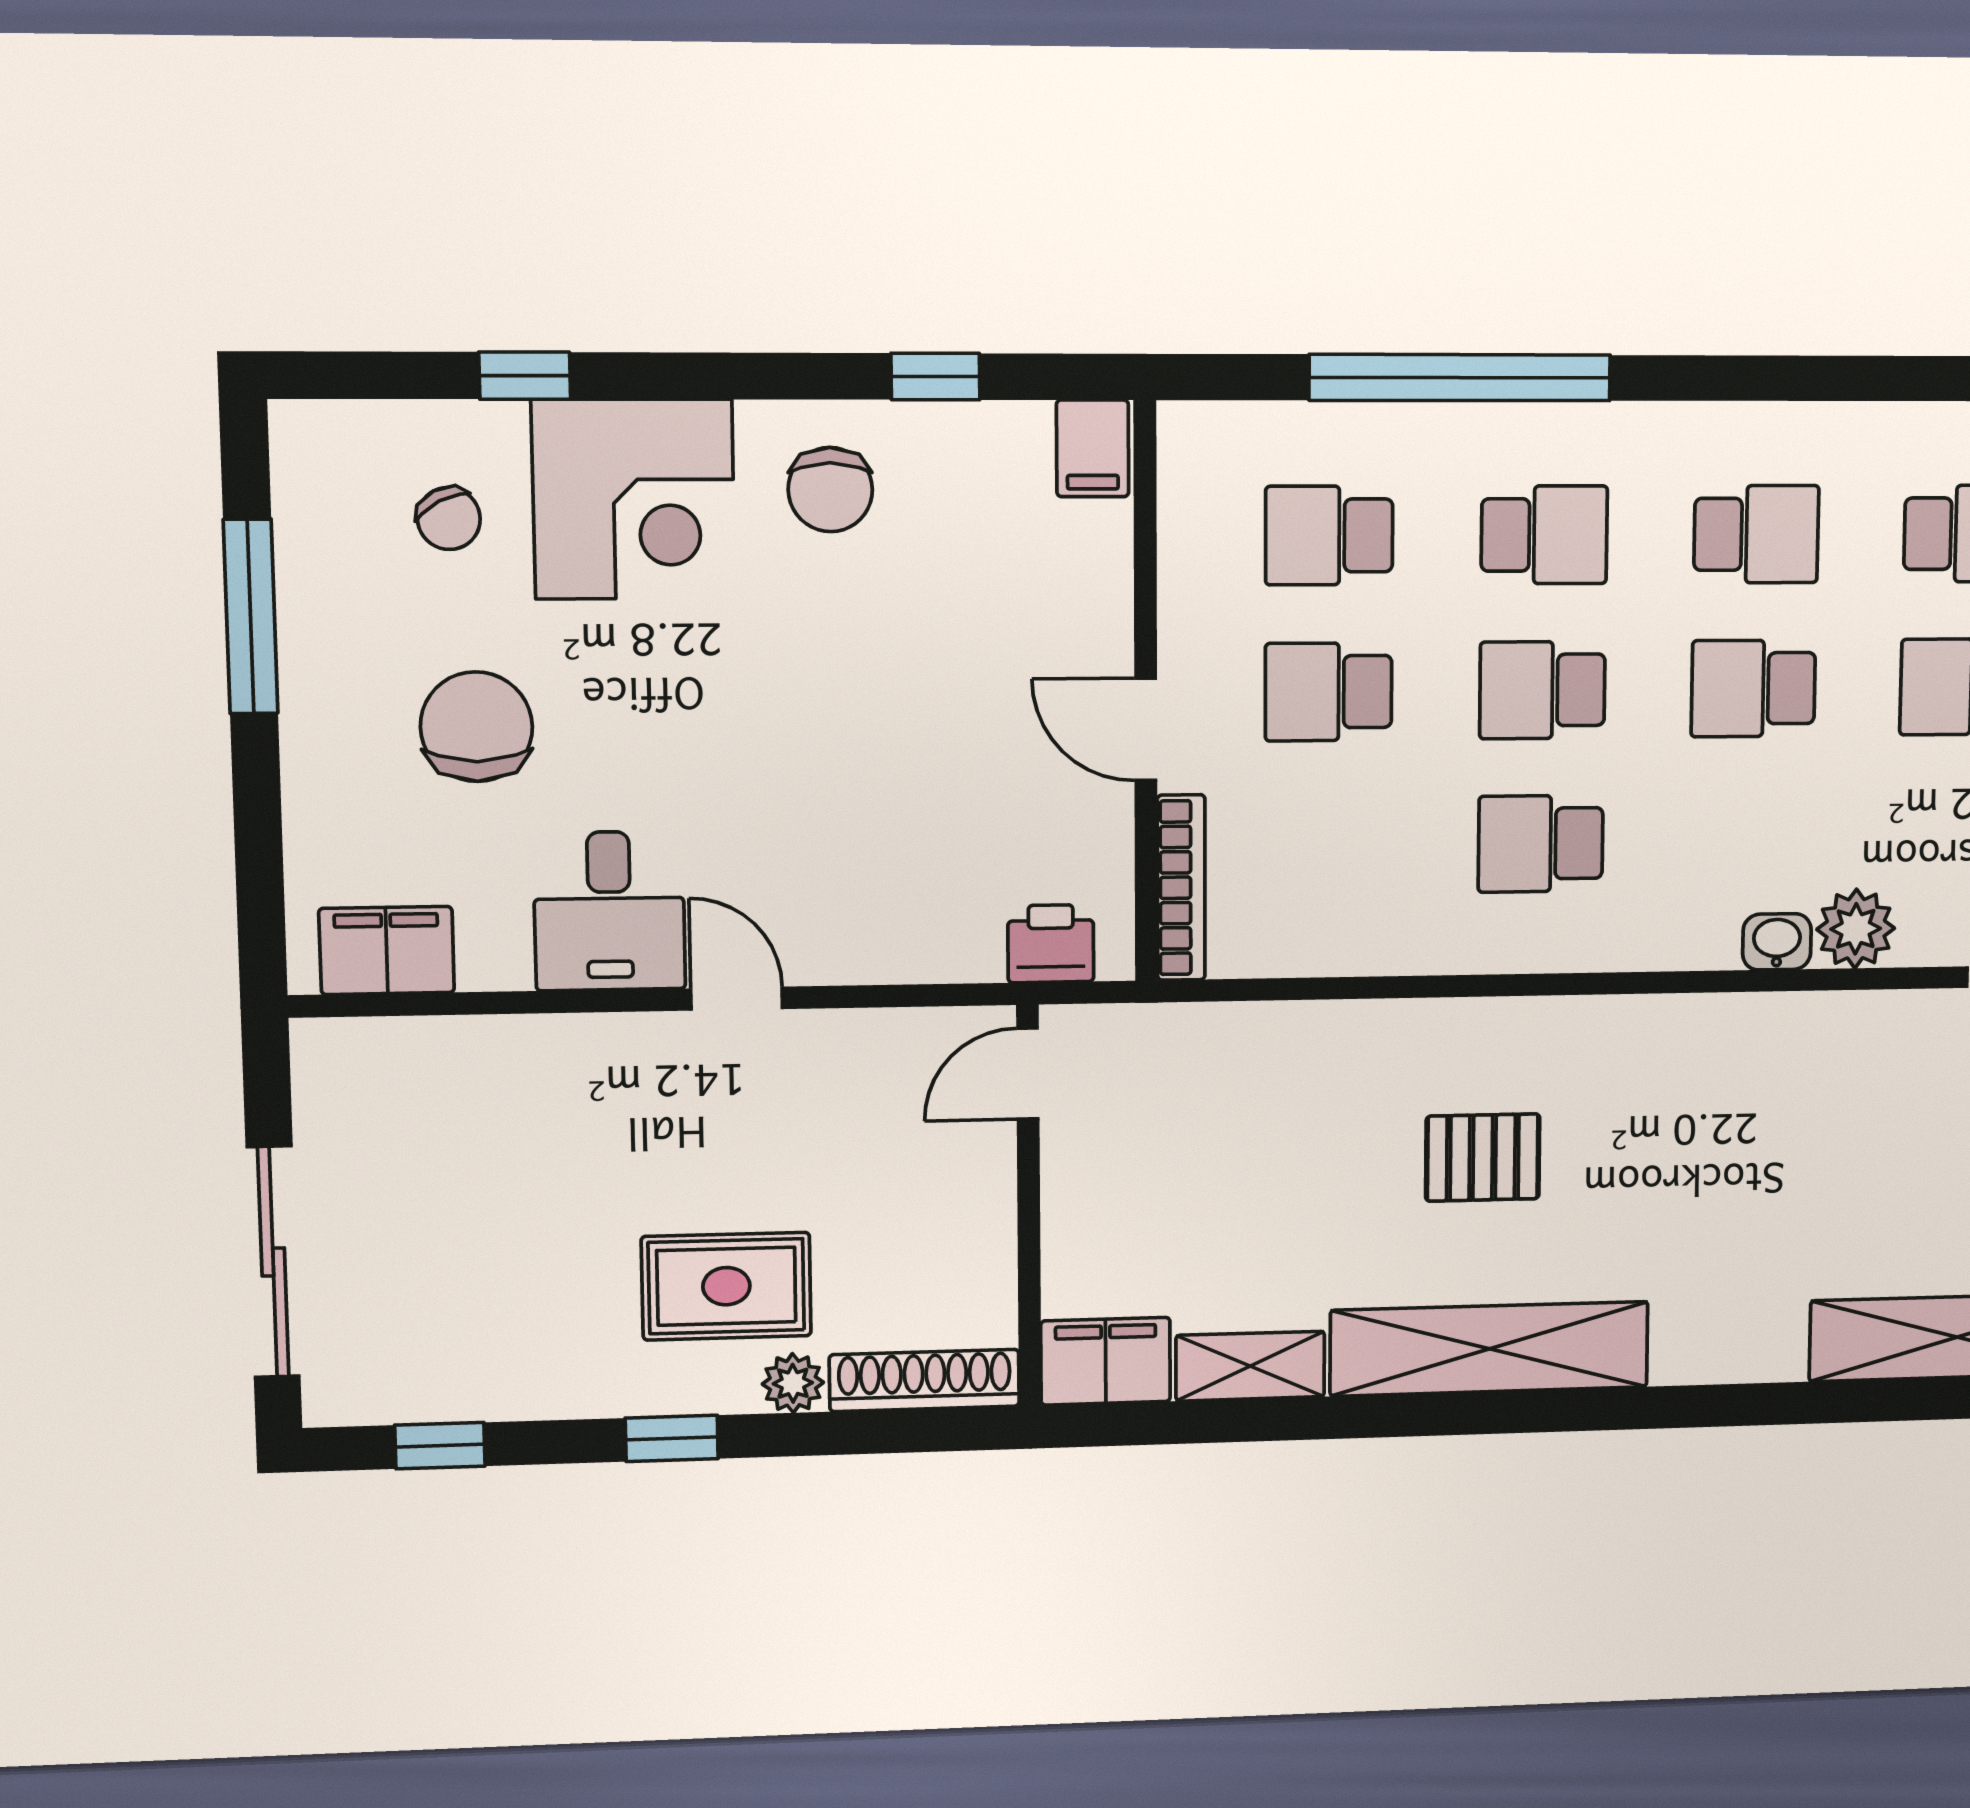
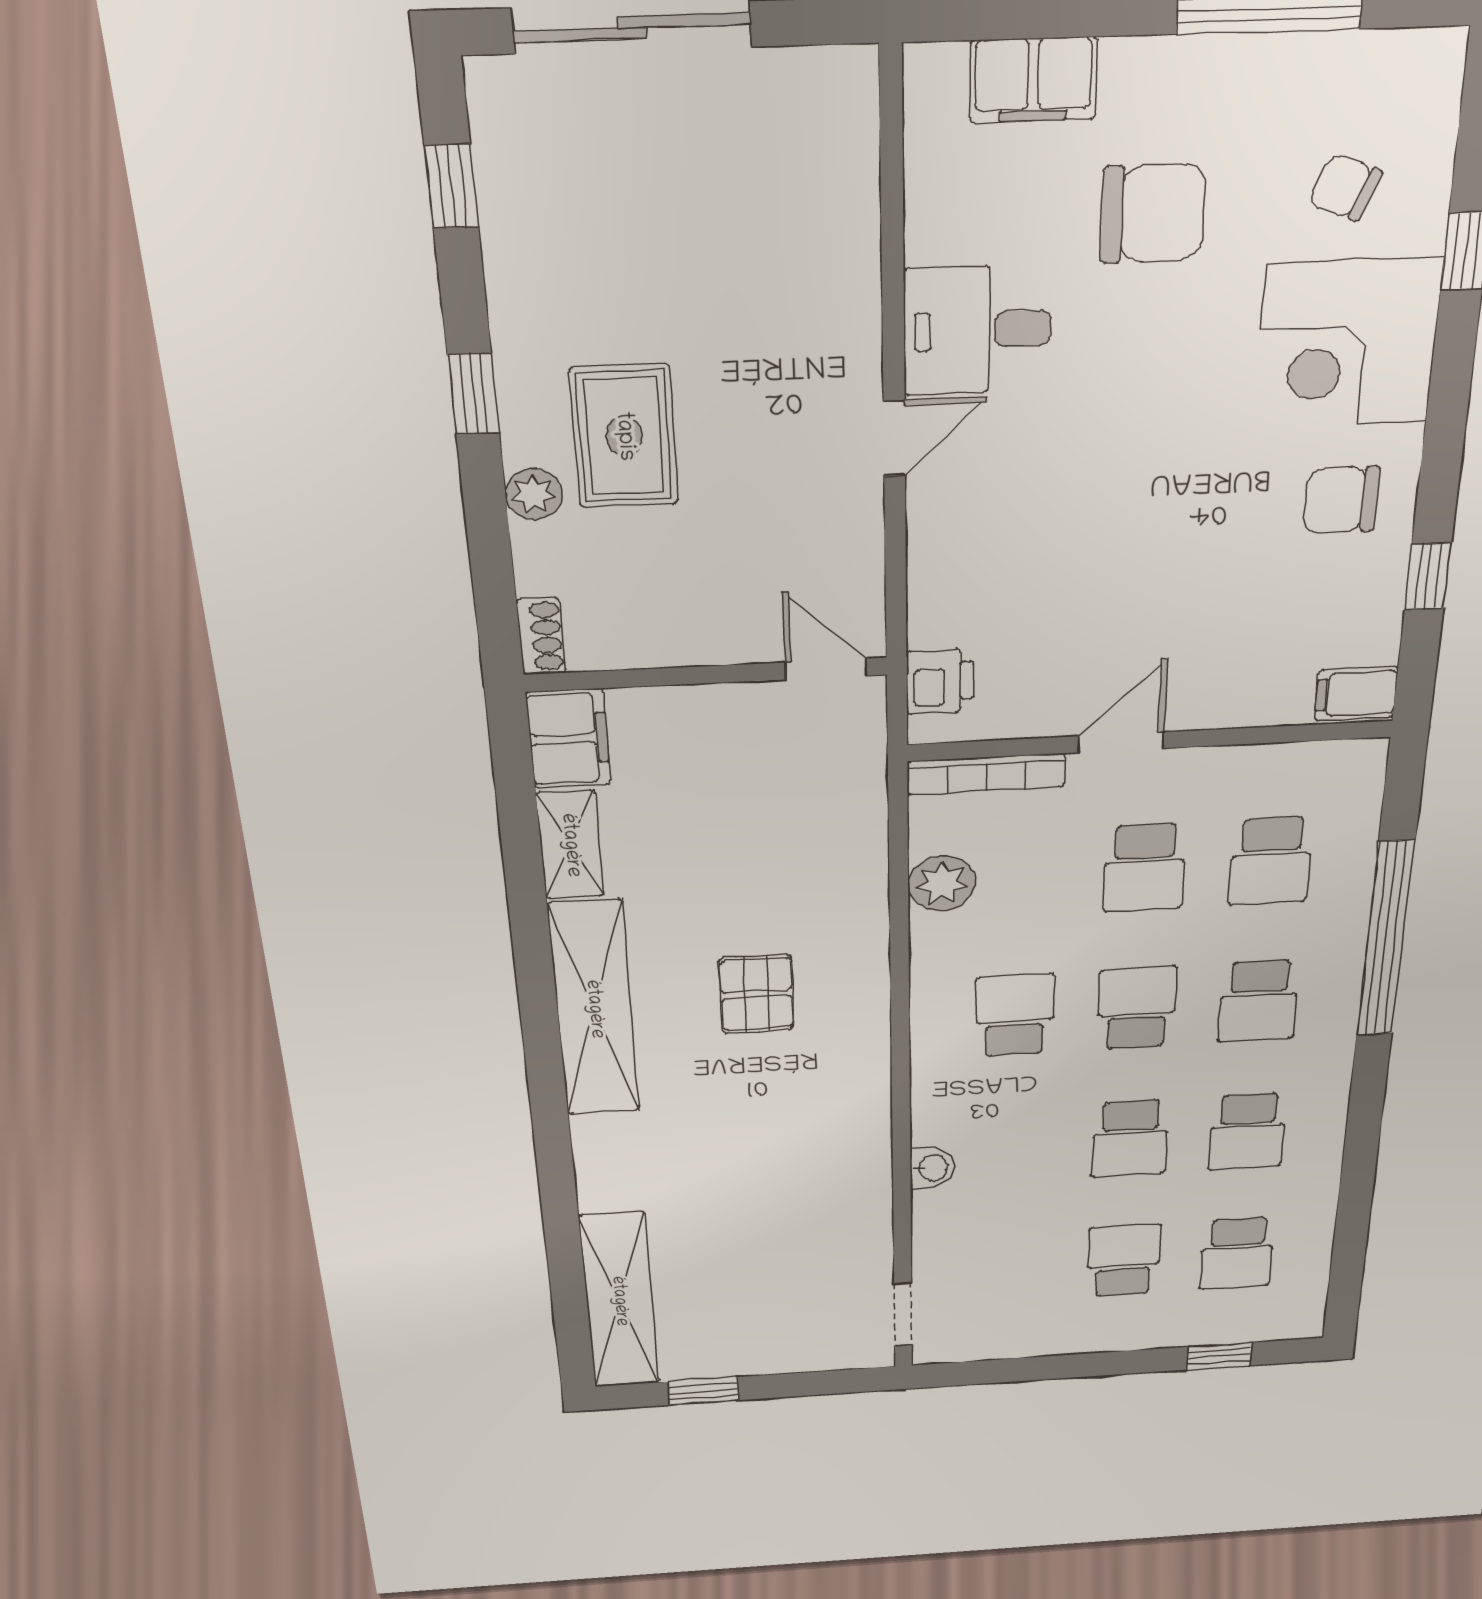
chair: (449, 519) -> (1345, 187), turned 49
school desk: (1329, 536) -> (1270, 861), turned 180
school desk: (1753, 688) -> (1130, 1139), turned 180
school desk: (1329, 692) -> (1144, 868), turned 180
plant: (1856, 929) -> (942, 883), moved
filing cabinet: (387, 951) -> (1033, 80), moved, turned 90
shoe rack: (925, 1380) -> (541, 636), width x0.51, depth x0.81

